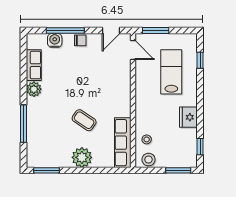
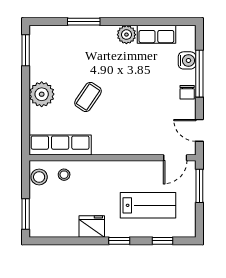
window: (23, 124) -> (84, 22), width x0.69
window: (200, 147) -> (119, 241), moved

